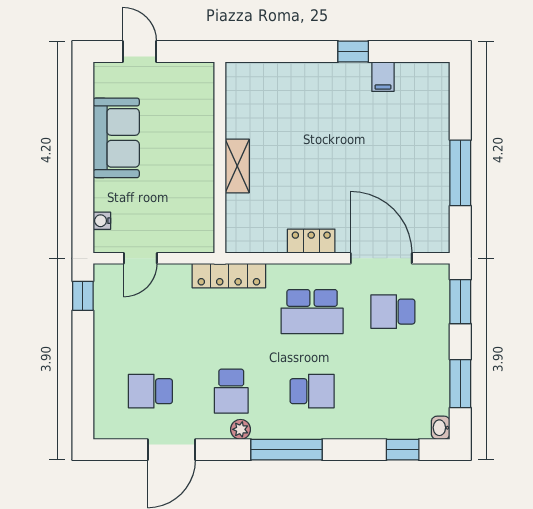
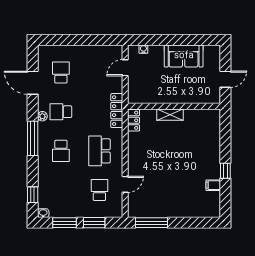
door: (140, 51) -> (225, 79), moved
window: (460, 173) -> (151, 223), moved
locker: (311, 241) -> (134, 120), moved
door: (140, 258) -> (125, 68), hinge flipped
door: (381, 258) -> (125, 184), width x0.53
window: (83, 296) -> (107, 40), removed
window: (460, 302) -> (94, 223), moved

